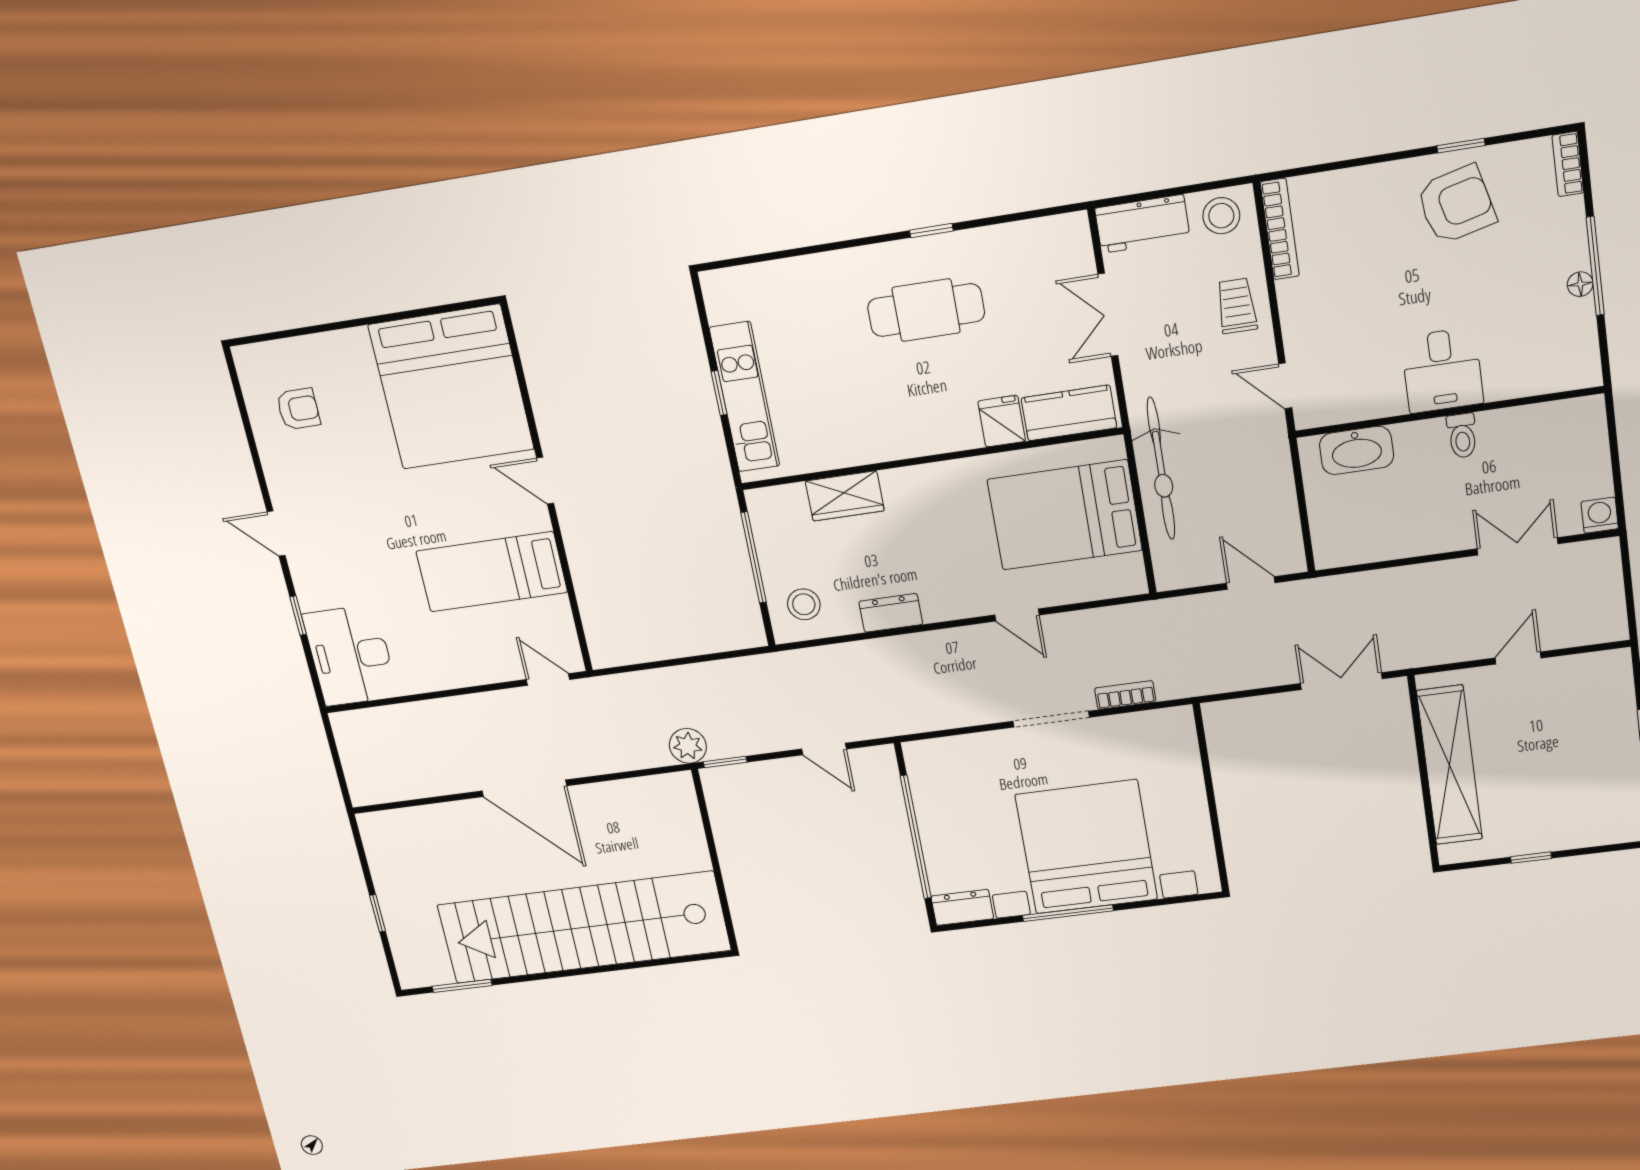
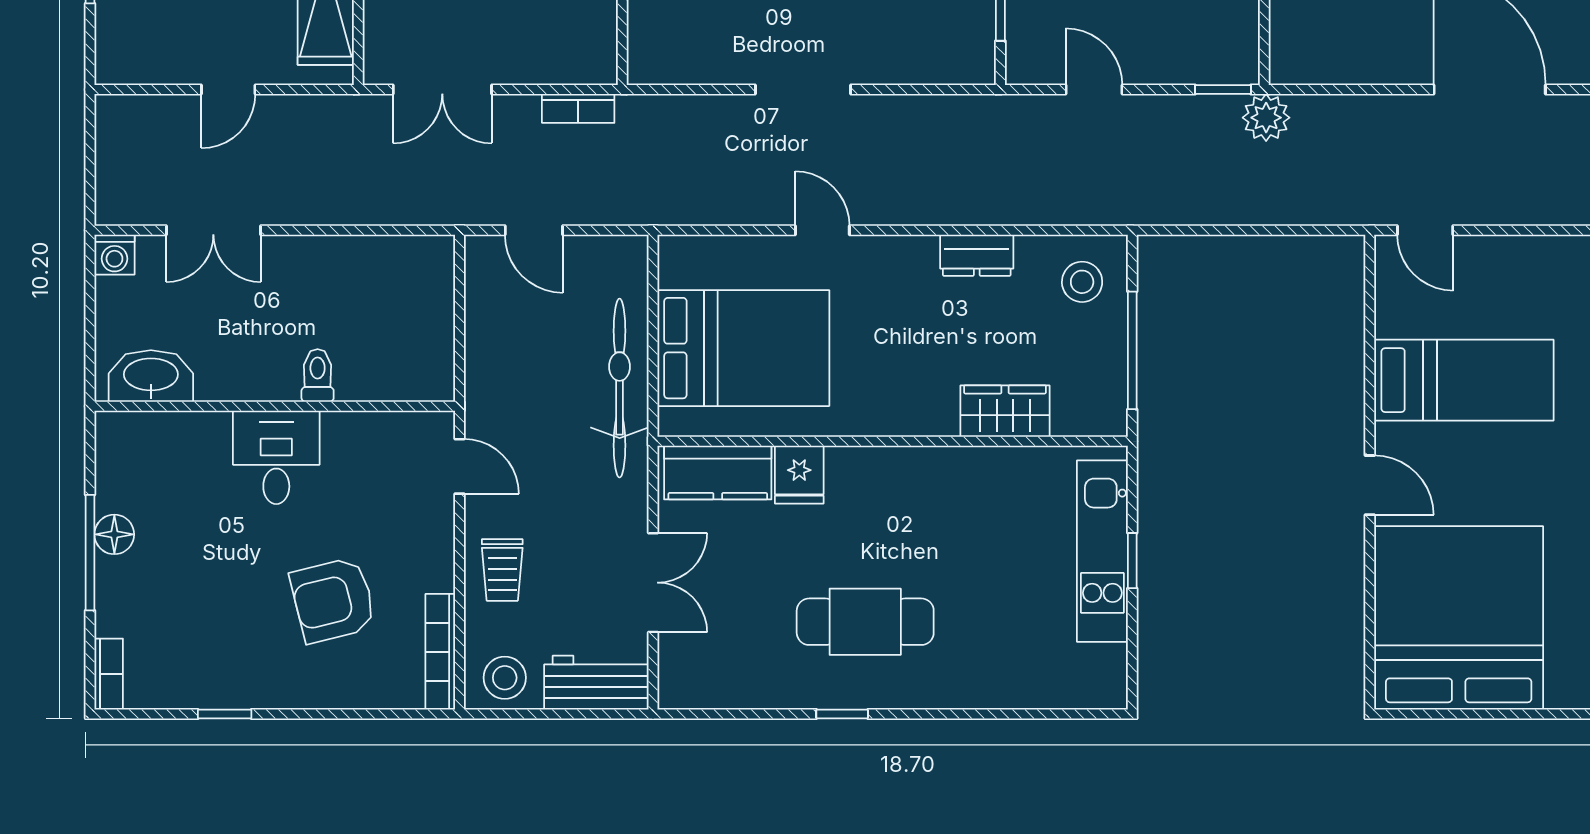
armchair: (1456, 205) -> (333, 600), moved
floor lamp: (1580, 284) -> (114, 534), width x1.37, depth x1.37
toilet: (1462, 436) -> (318, 375), moved
washbasin: (1357, 450) -> (151, 376), moved
bookcase: (1125, 695) -> (578, 108), moved

